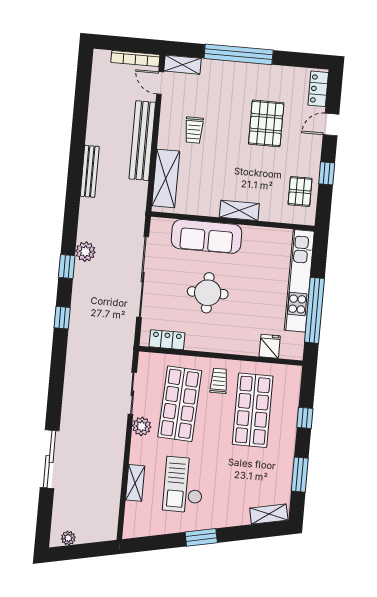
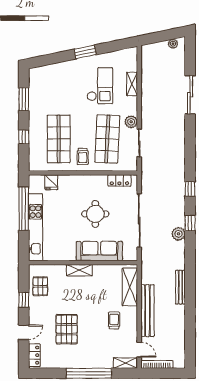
shelving: (269, 514) -> (42, 71), removed

